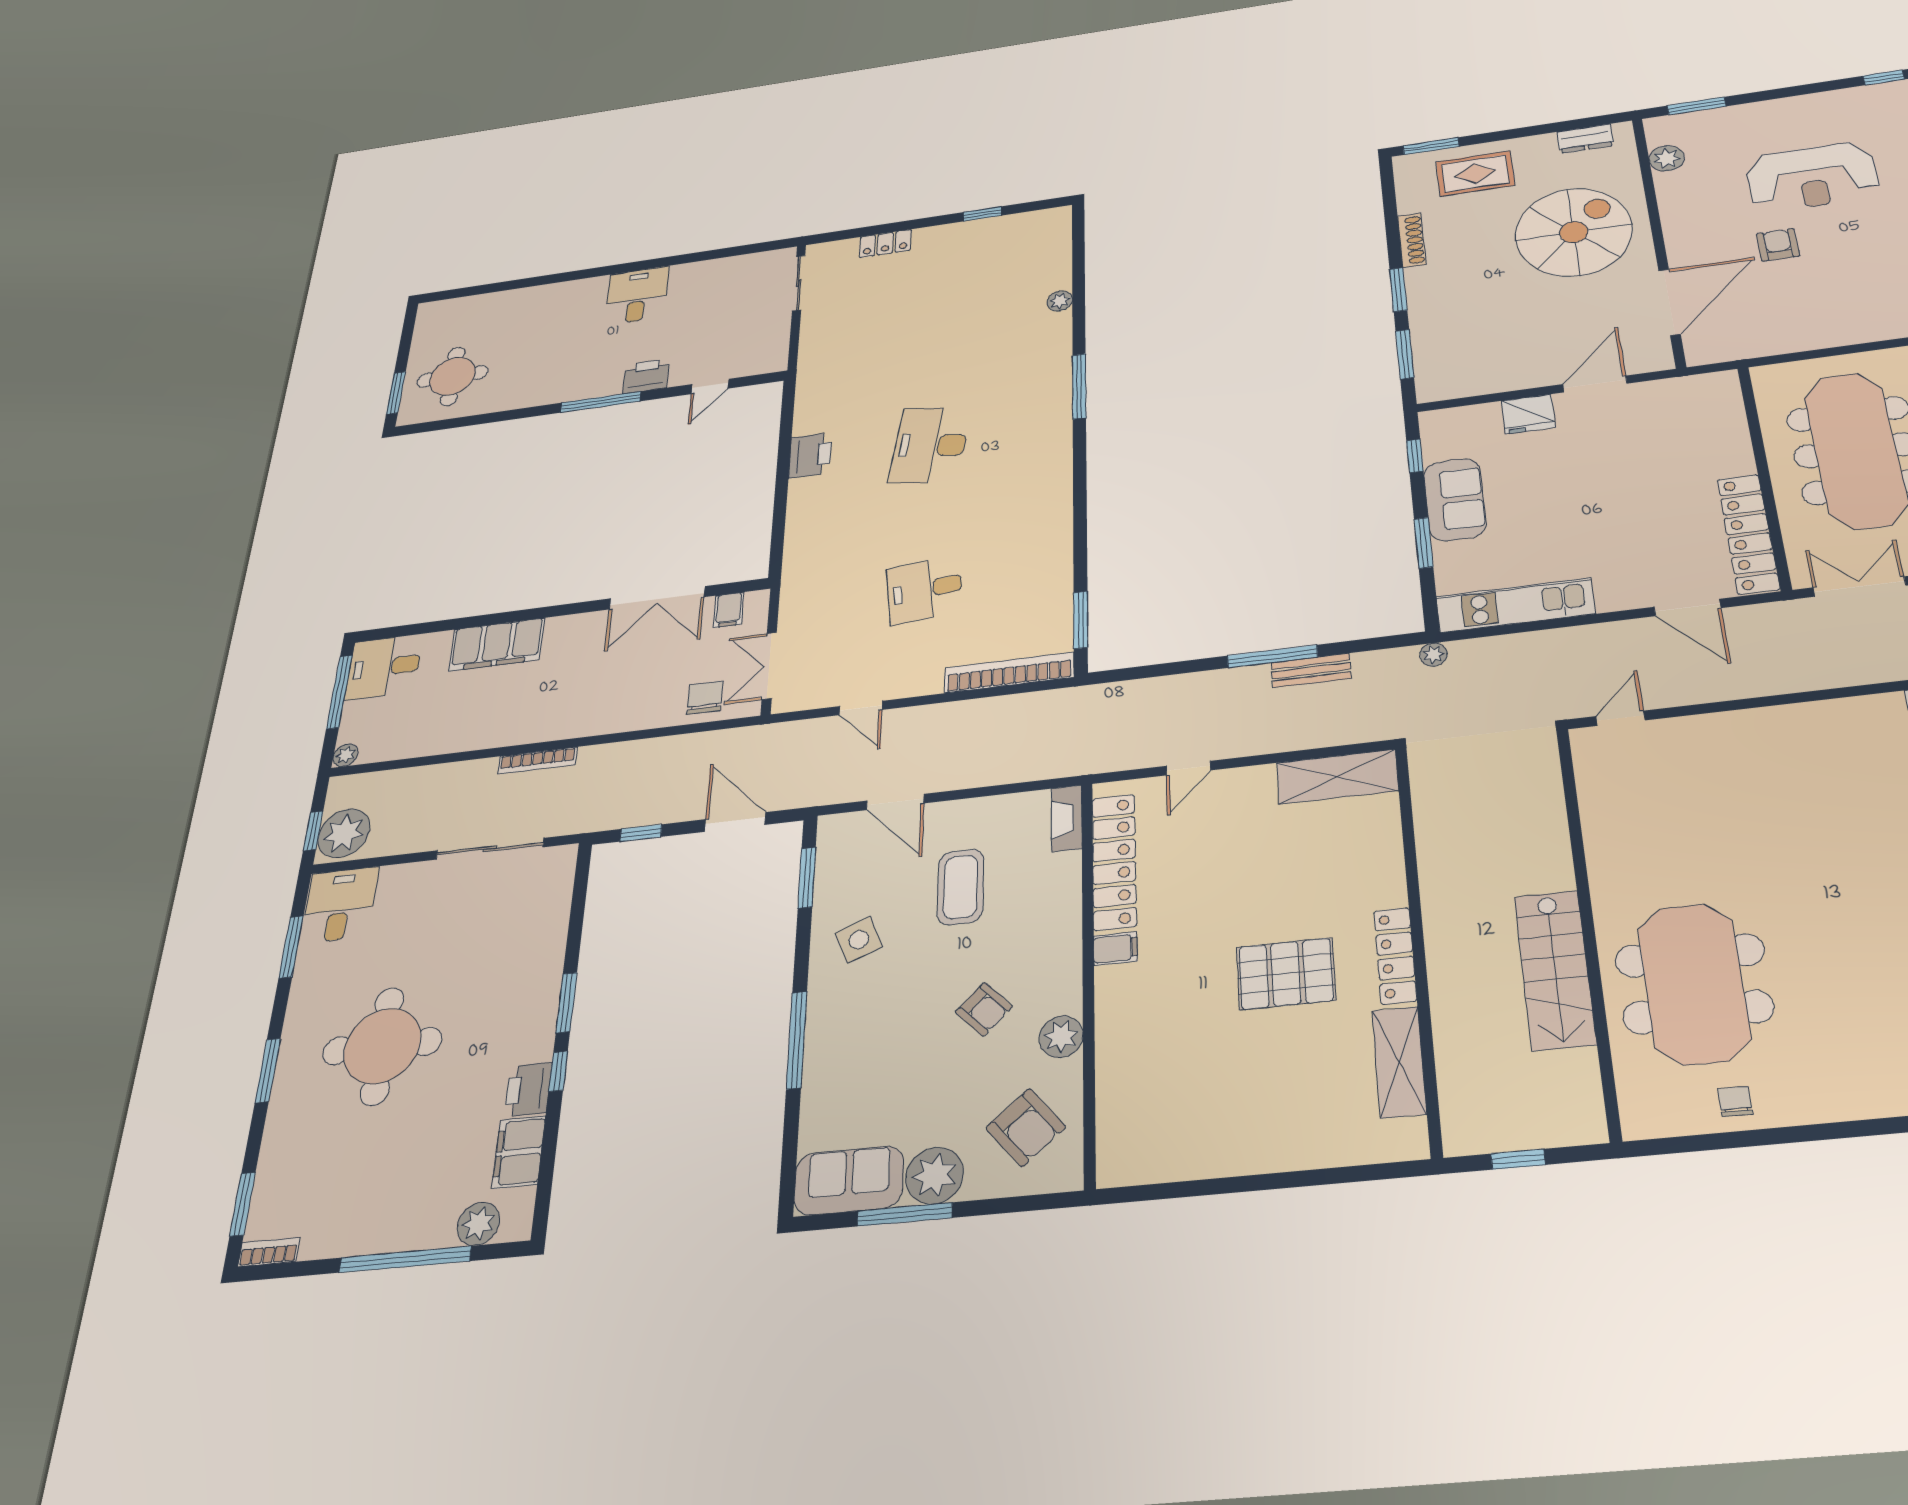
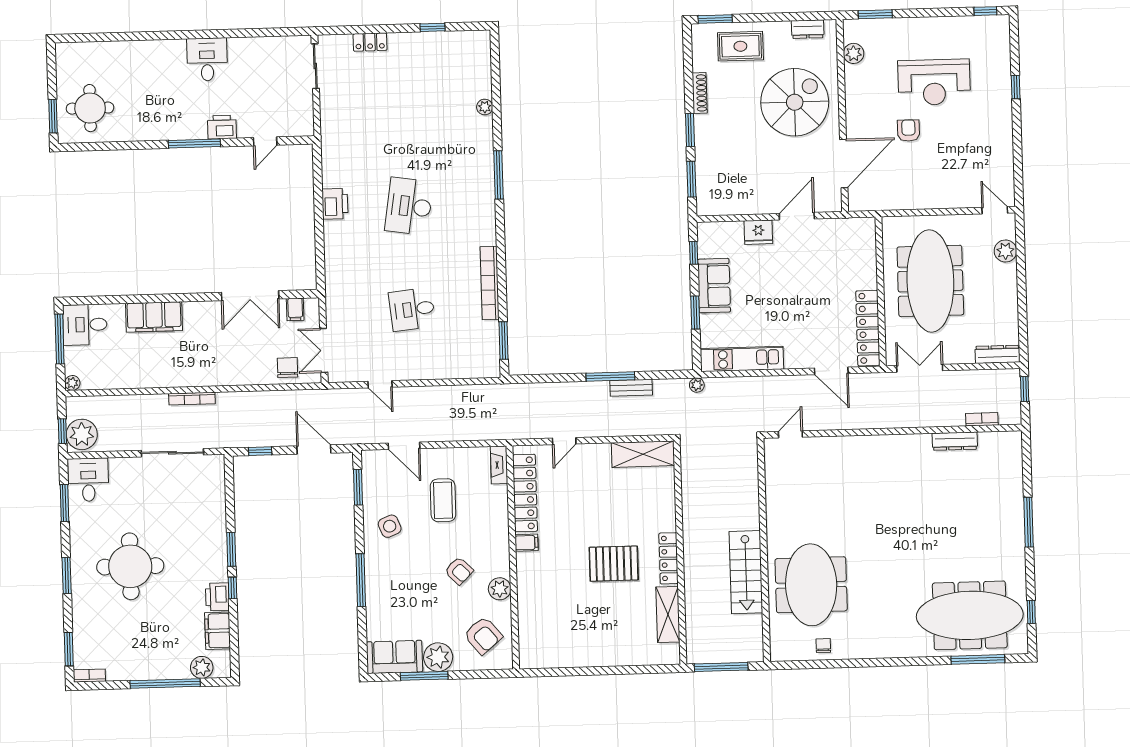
bookcase: (1009, 673) -> (490, 283), moved, turned -90
window: (1518, 1159) -> (721, 667), width x2.17

